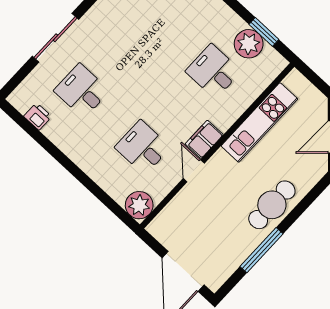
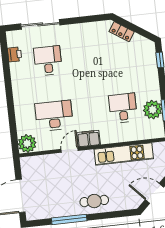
sliding door: (55, 38) -> (40, 24), moved
desk: (143, 147) -> (54, 116), width x1.37
cafe table: (272, 205) -> (94, 201), width x0.73, depth x0.74

